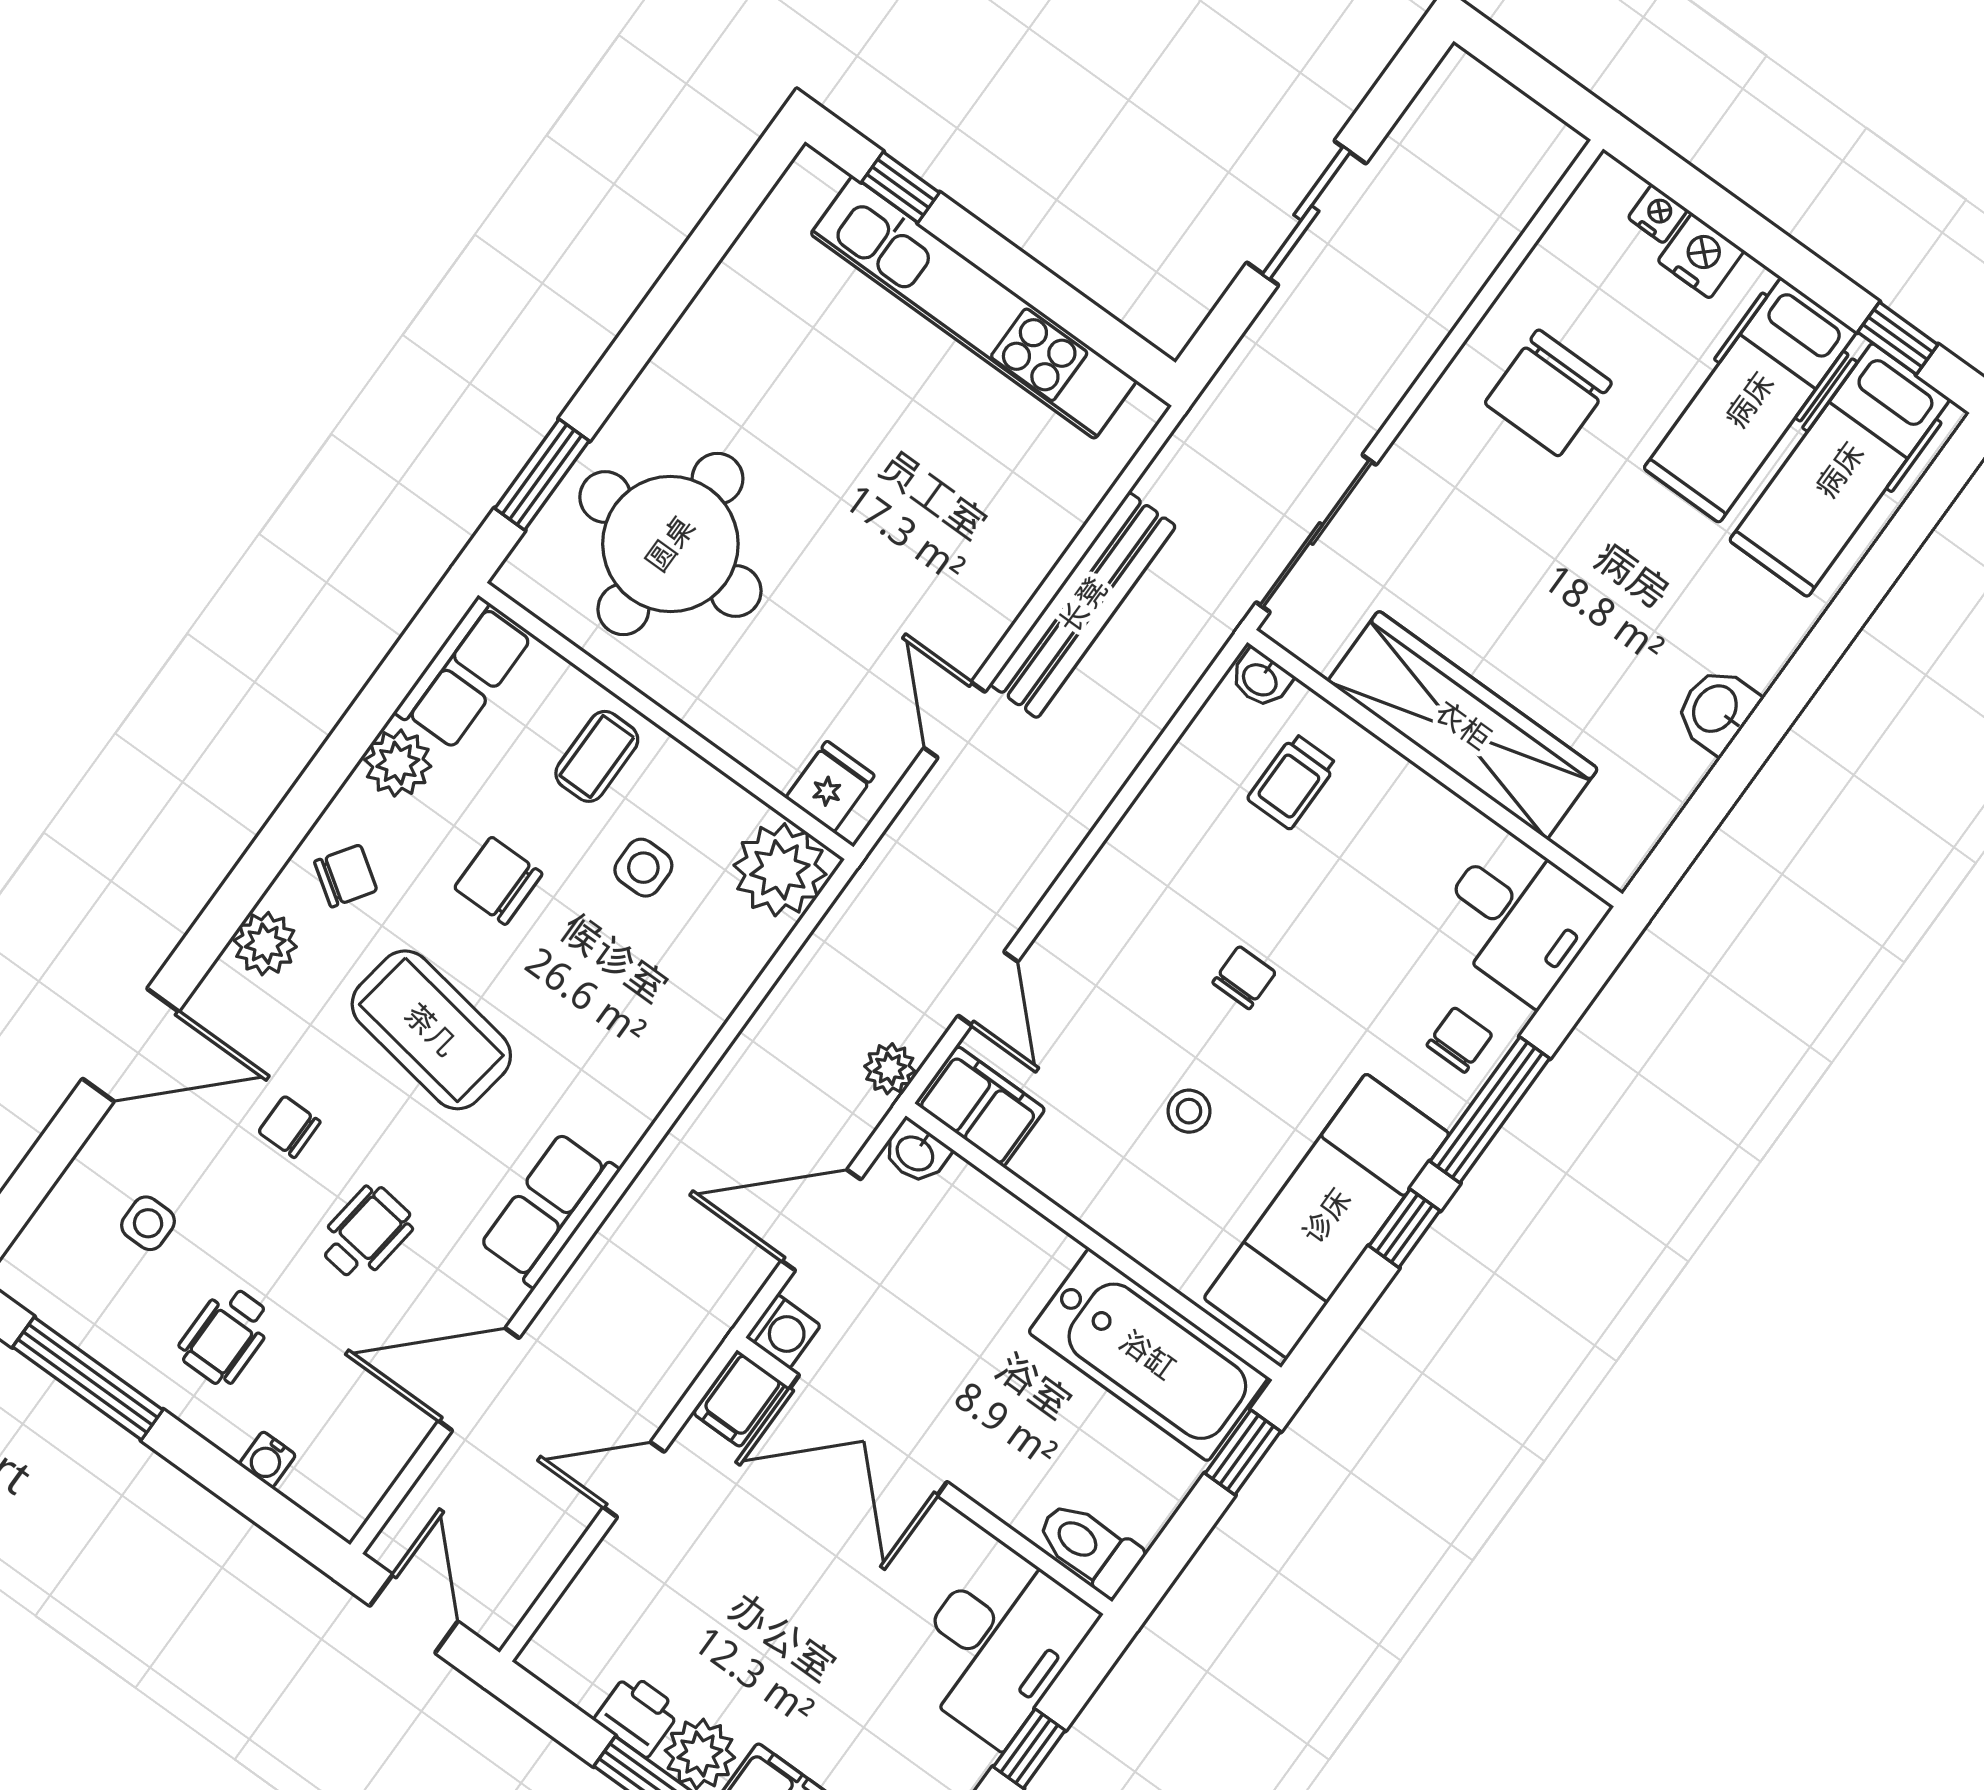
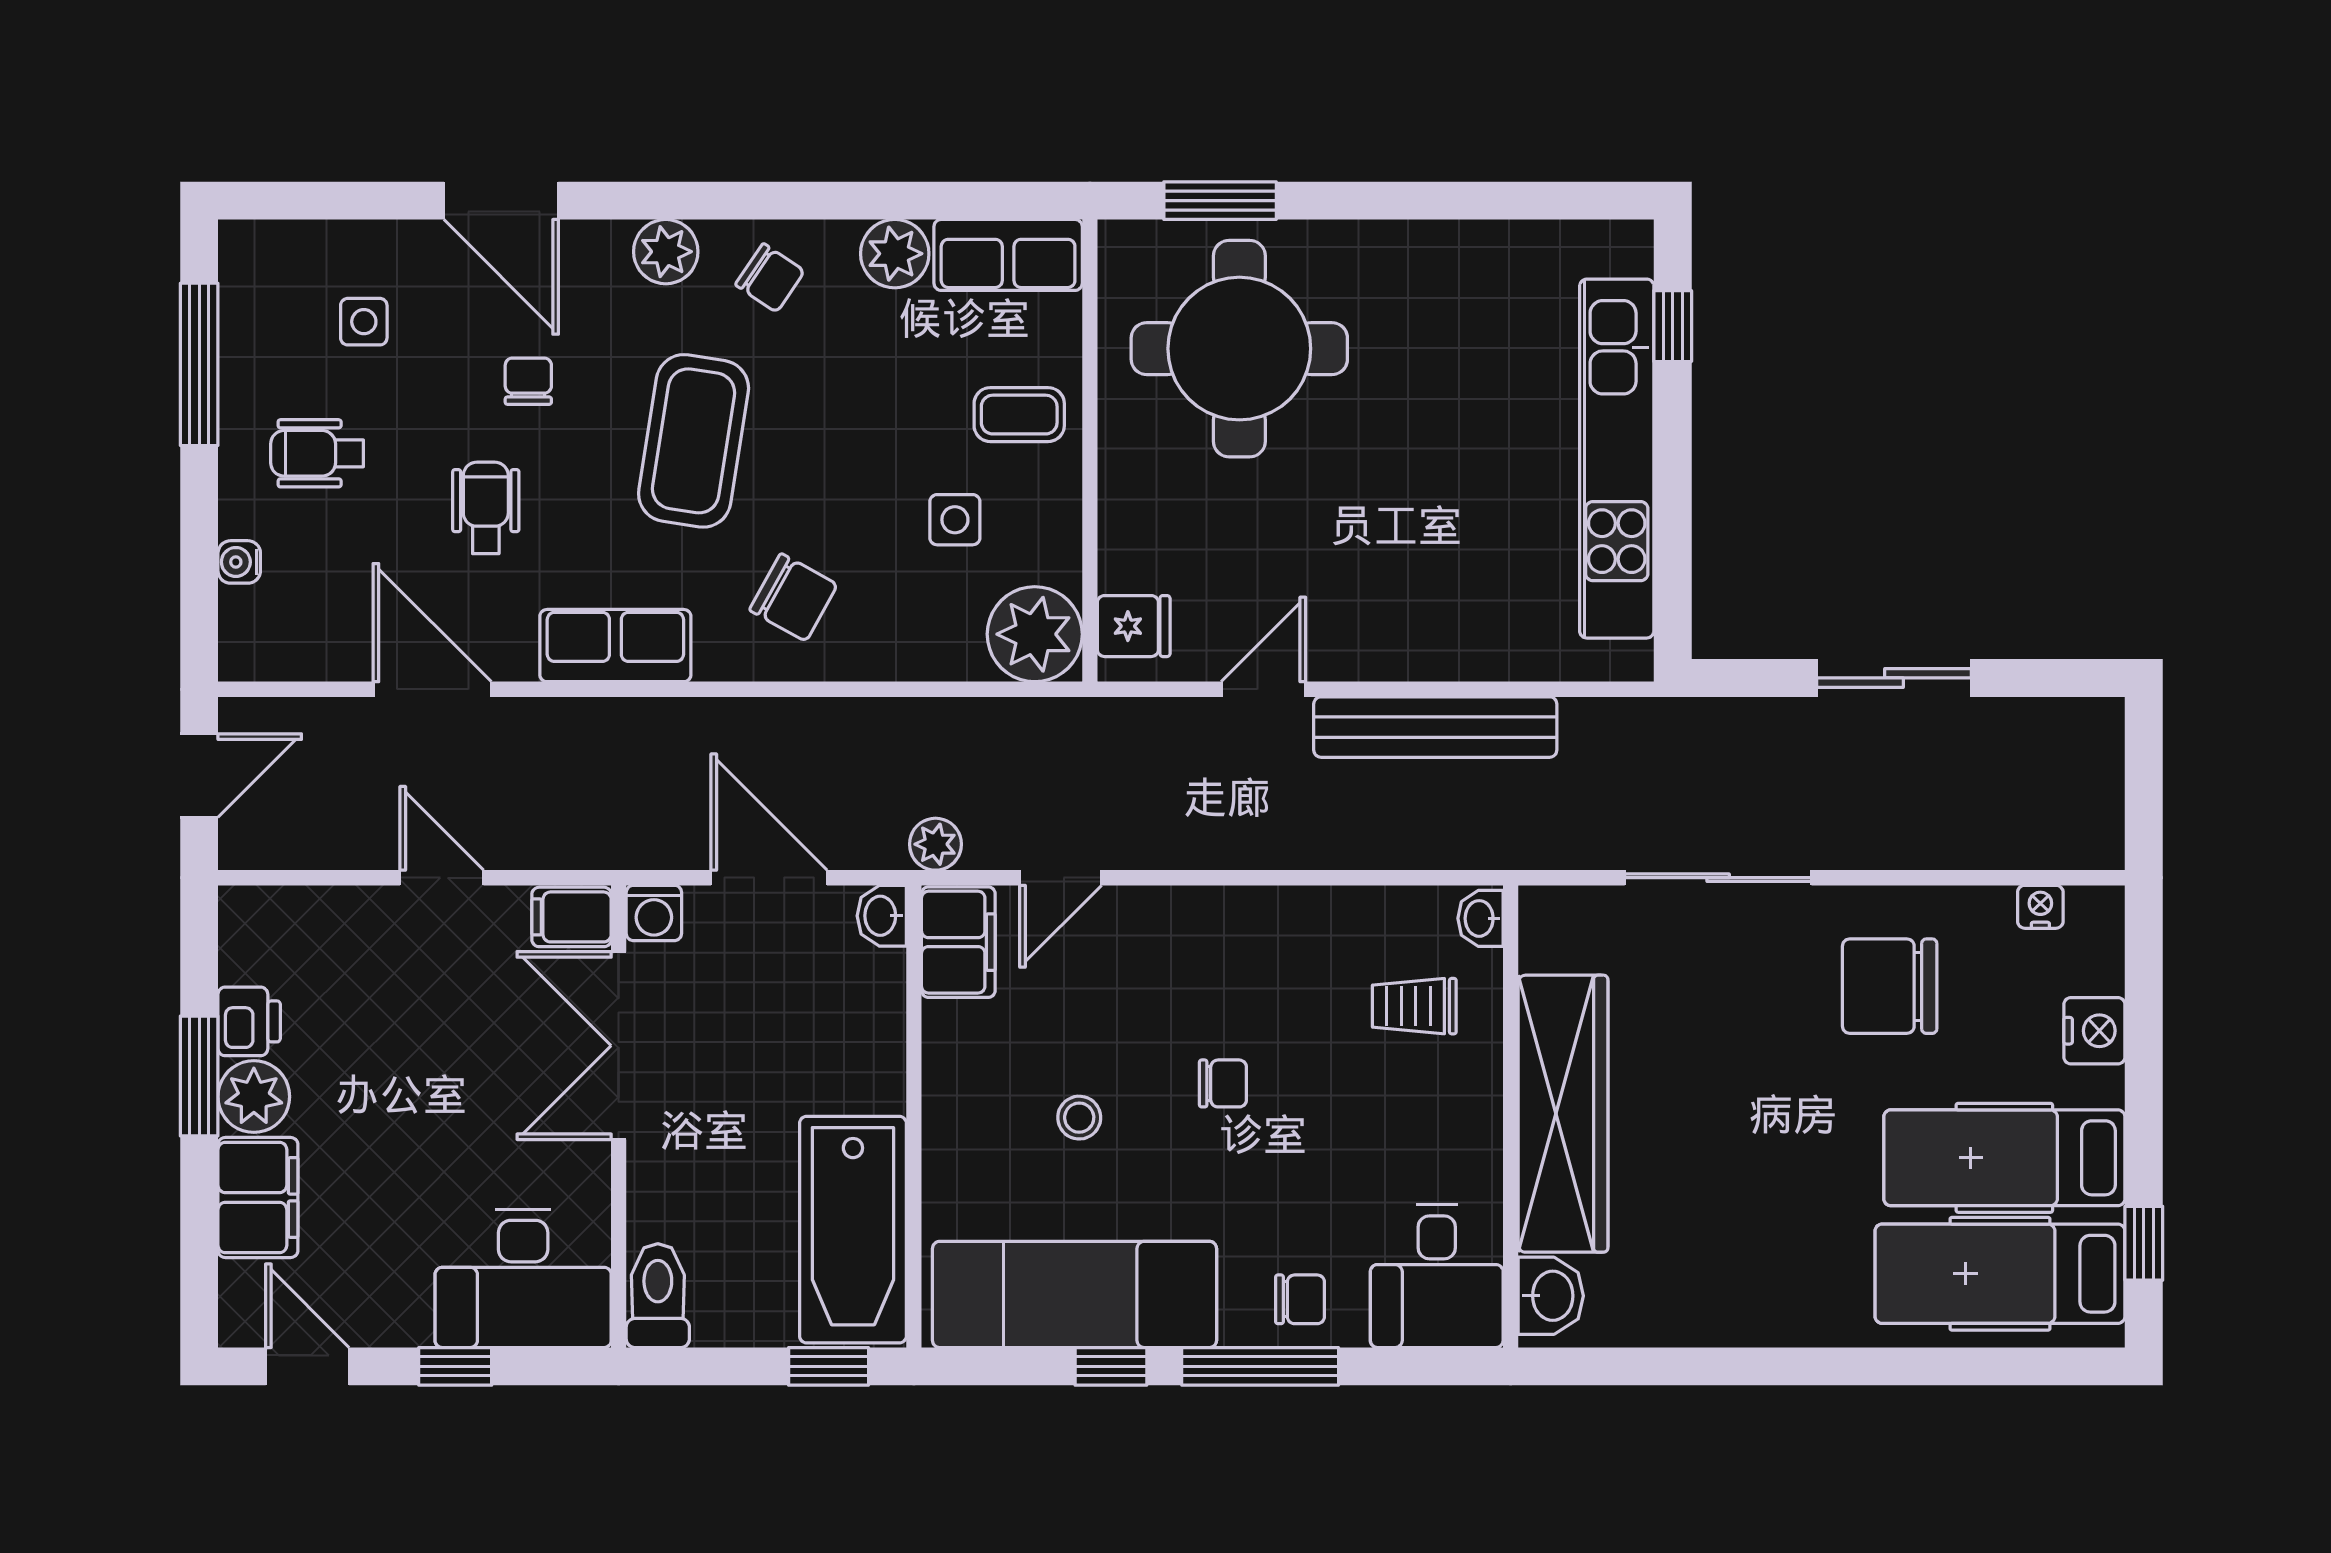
nightstand: (1658, 214) -> (2040, 907), moved, turned -90
sliding door: (1316, 533) -> (1718, 878), moved
washbasin: (1716, 710) -> (1551, 1296), moved, turned 90
chair: (498, 881) -> (793, 597), moved, turned 119
wheelchair: (366, 1233) -> (486, 508), turned -97

